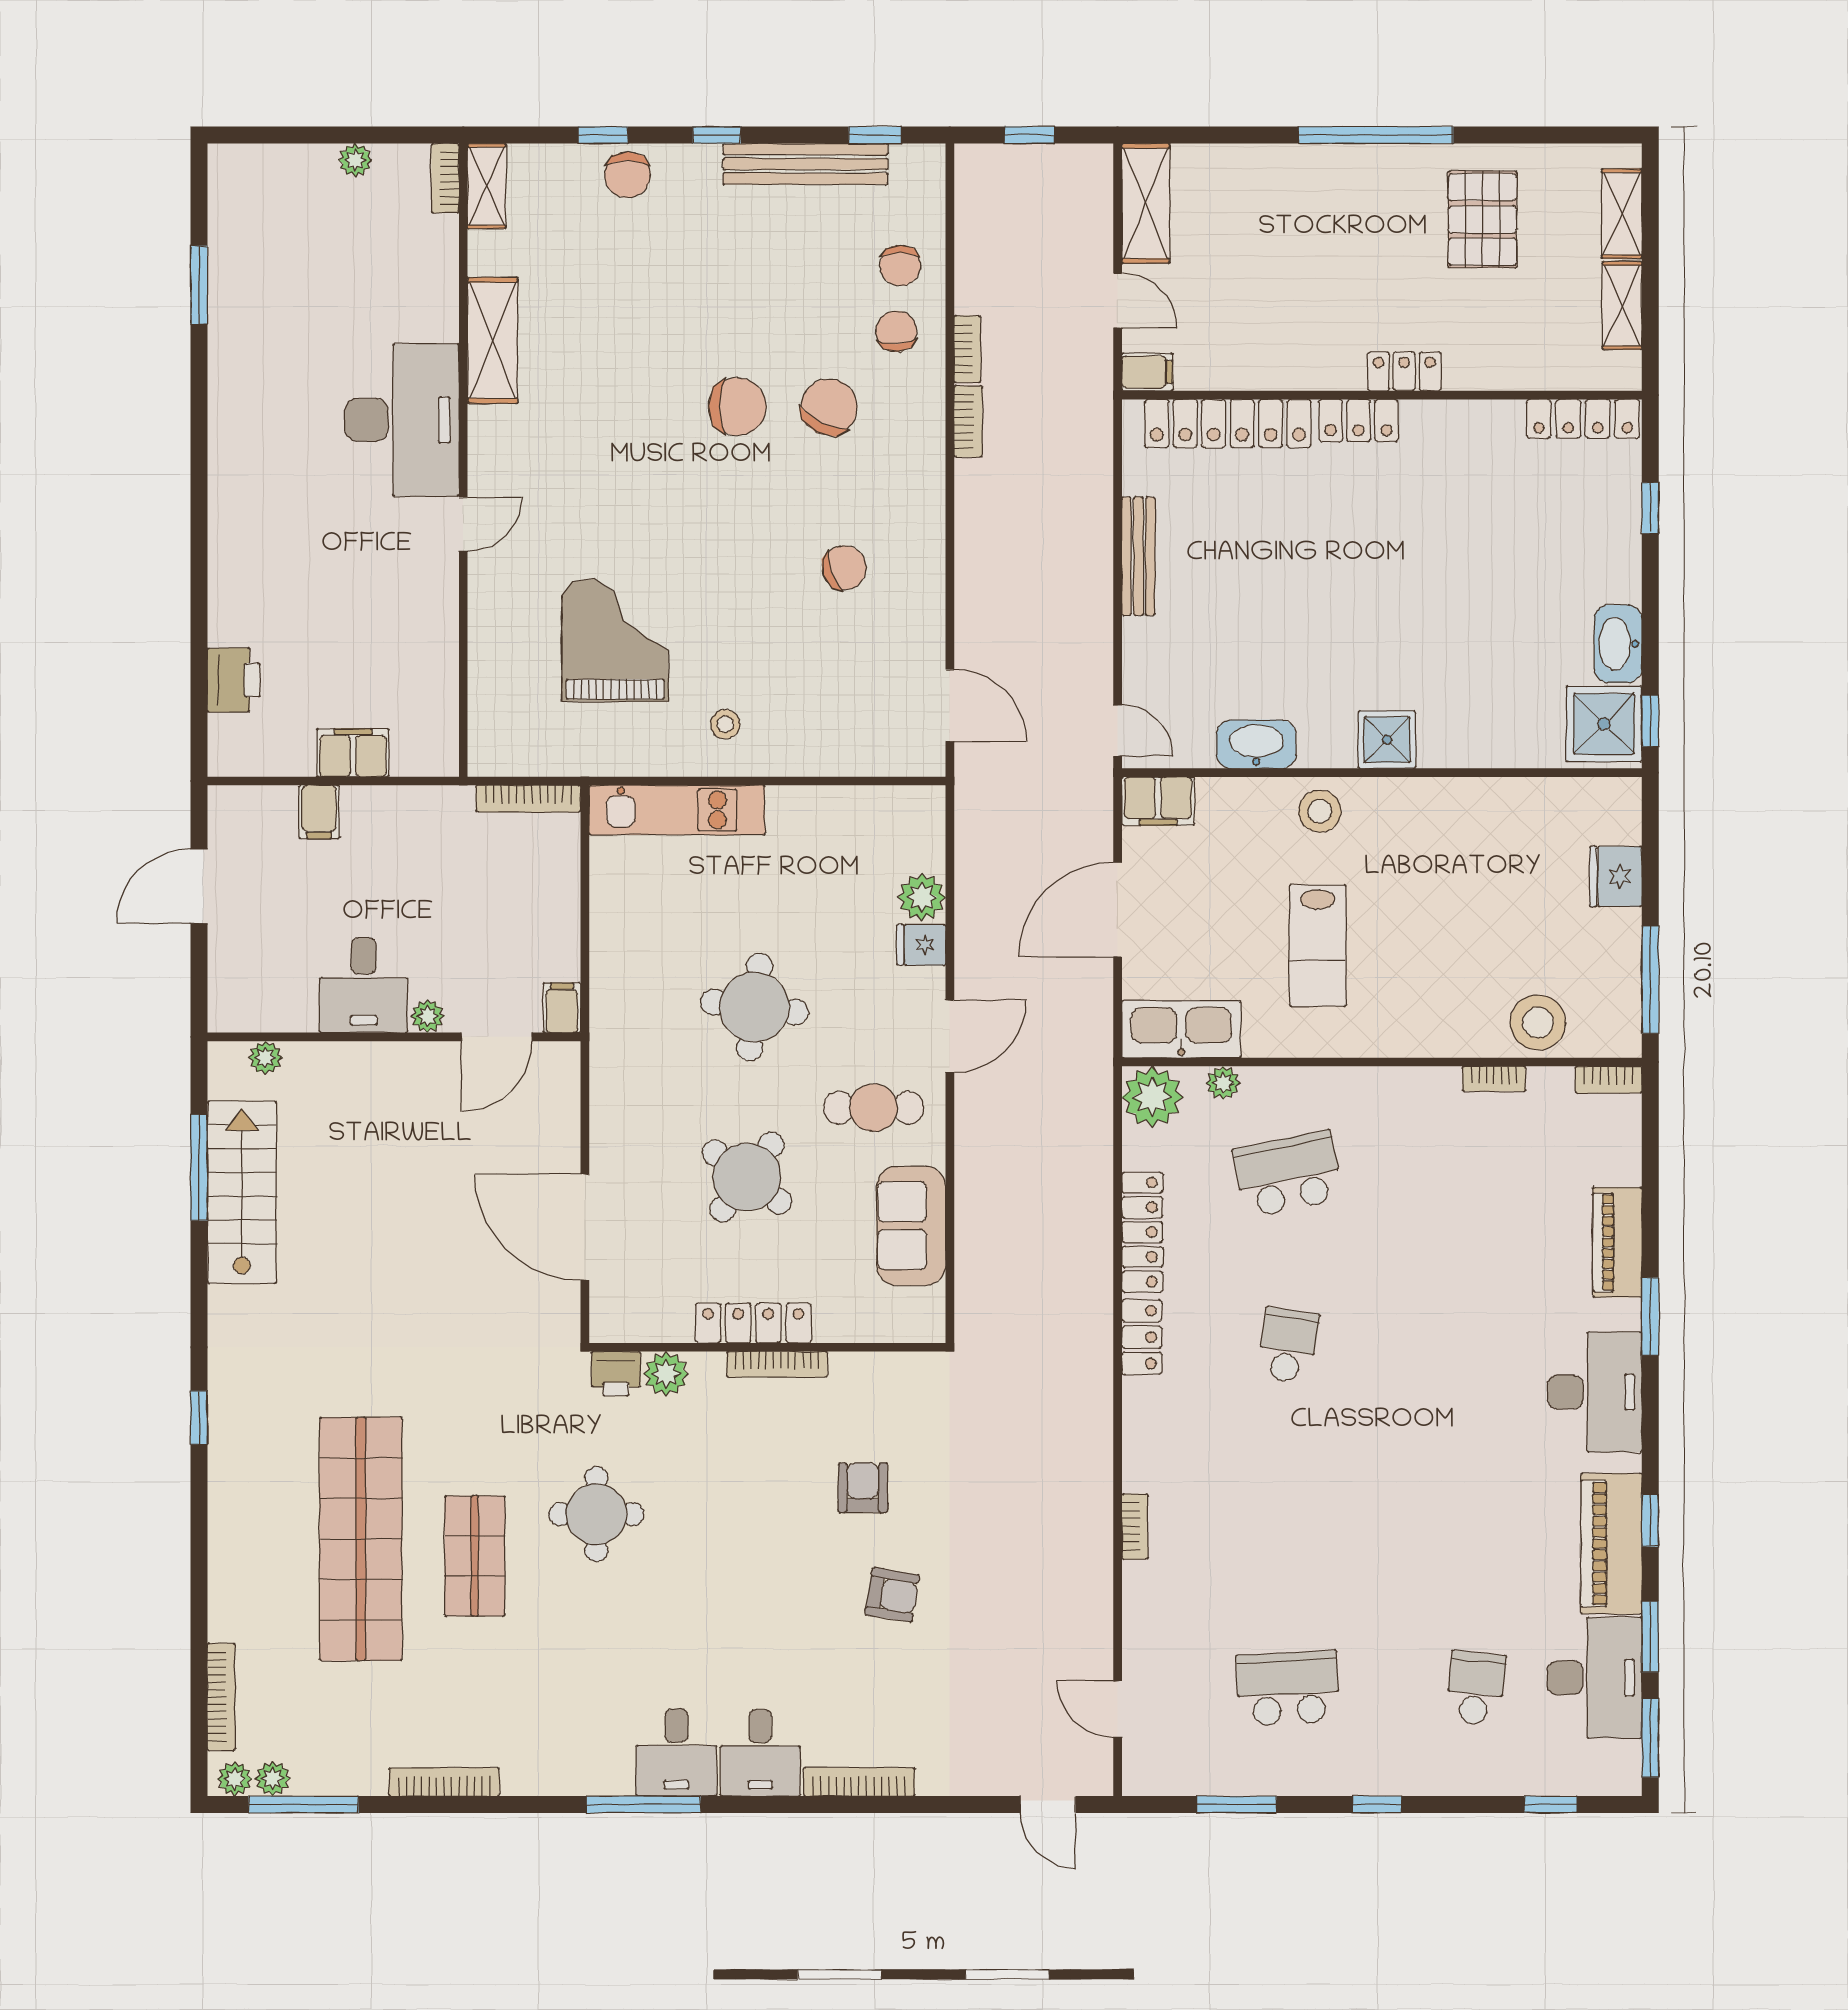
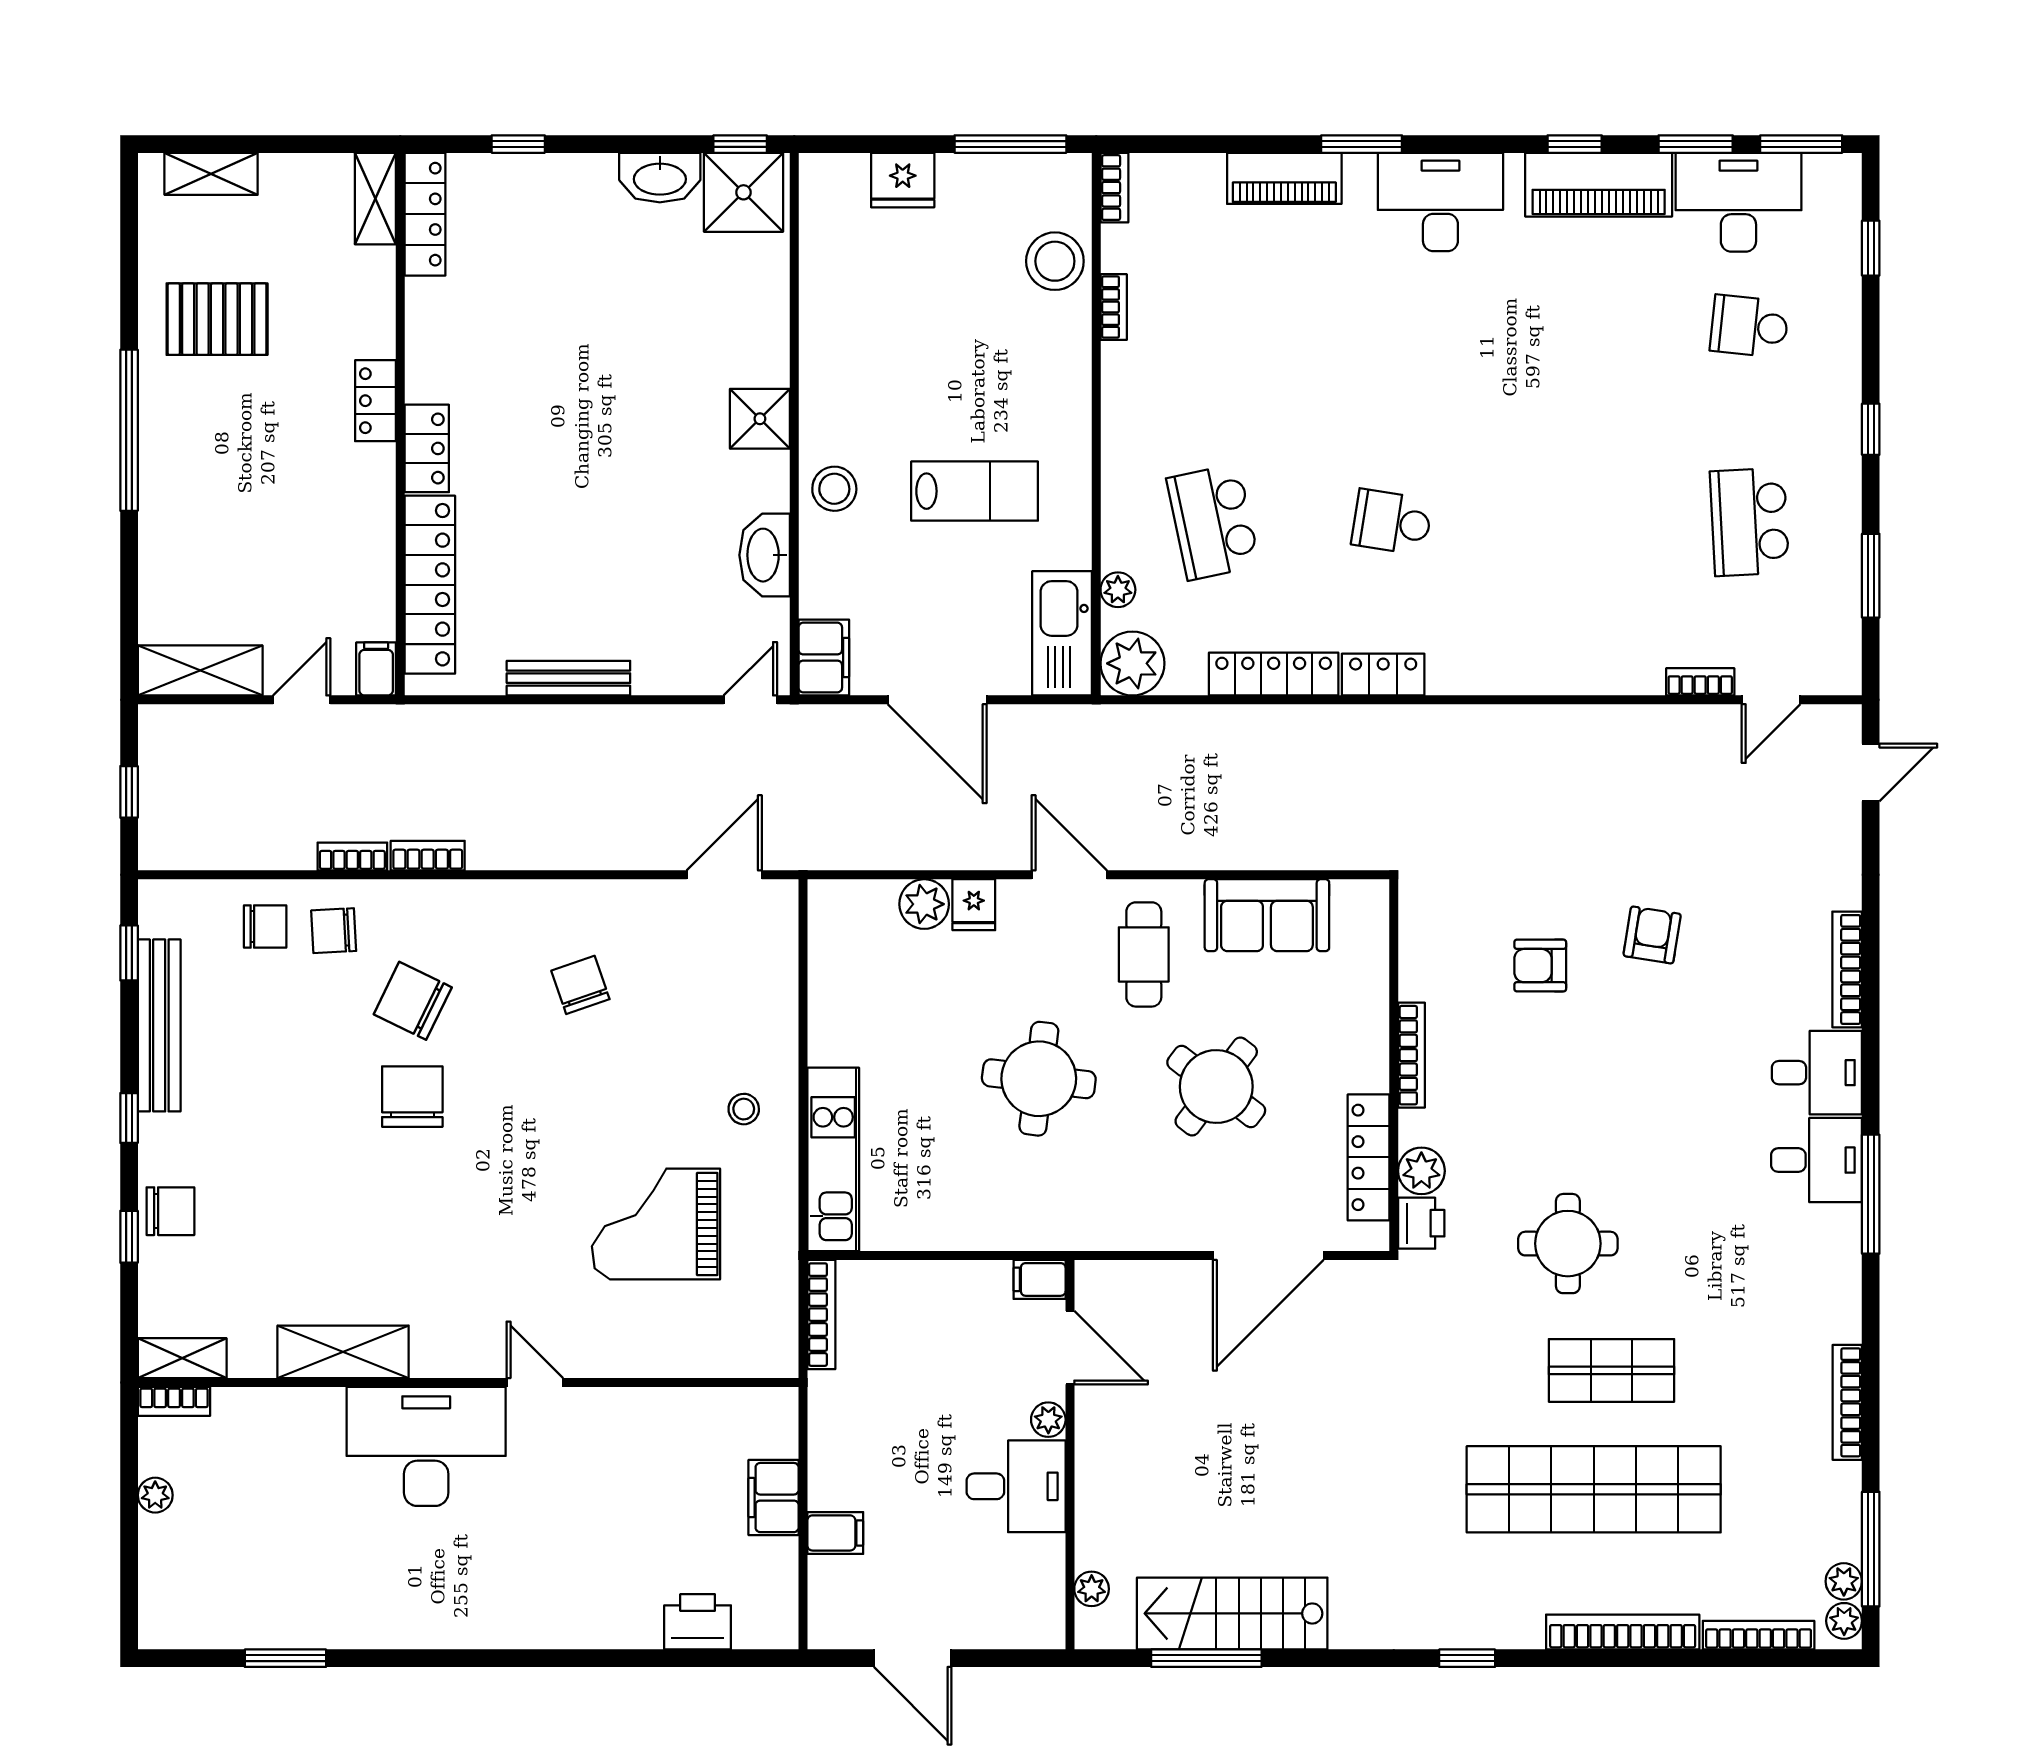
shelving: (1622, 306) -> (375, 199), moved, turned 90
locker: (753, 1323) -> (1368, 1157), moved
bookcase: (1135, 1526) -> (1700, 682), moved
bookcase: (224, 1567) -> (1623, 1632), added

